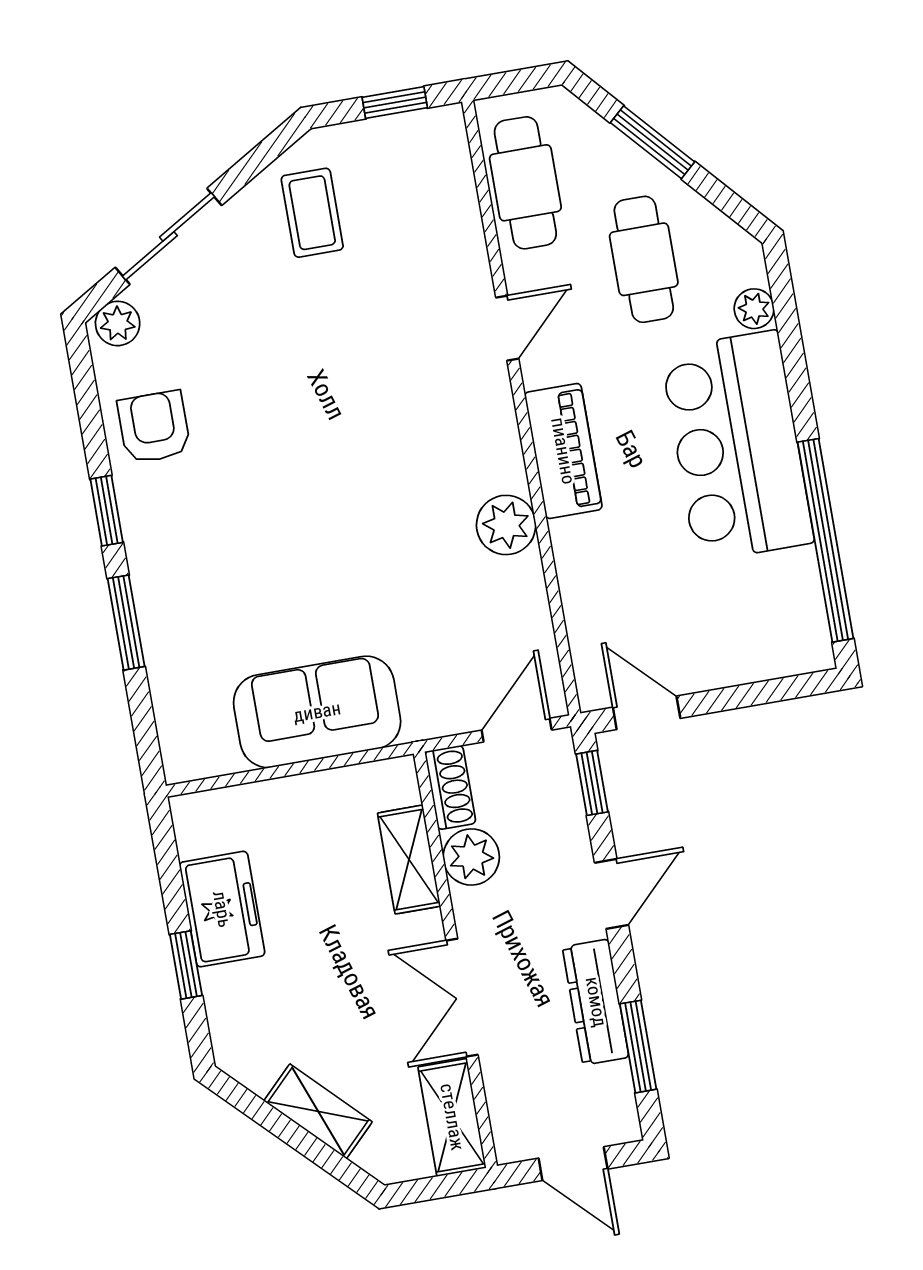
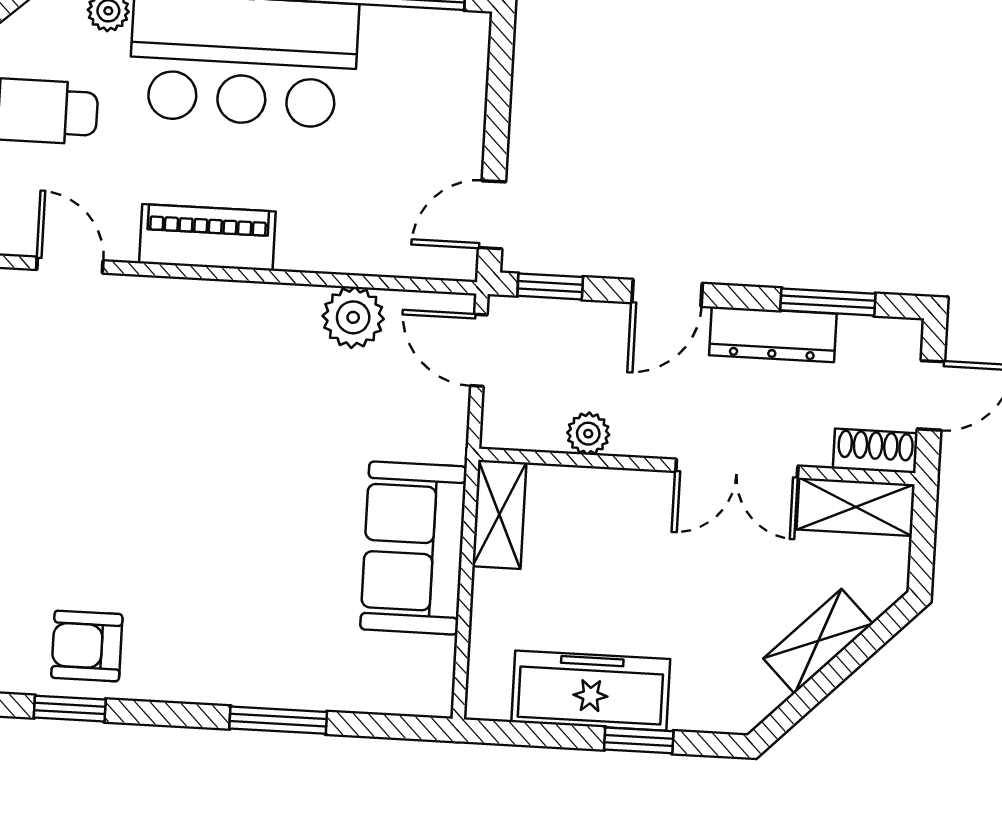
window: (107, 511) -> (70, 709), moved
plant: (506, 525) -> (353, 317), moved
shoe rack: (450, 787) -> (875, 451), moved
plant: (471, 857) -> (588, 434), width x0.73, depth x0.73
shelving: (409, 860) -> (499, 514), moved, turned 90
door: (611, 894) -> (667, 293), swing flipped
freezer: (222, 909) -> (591, 691), width x1.40

